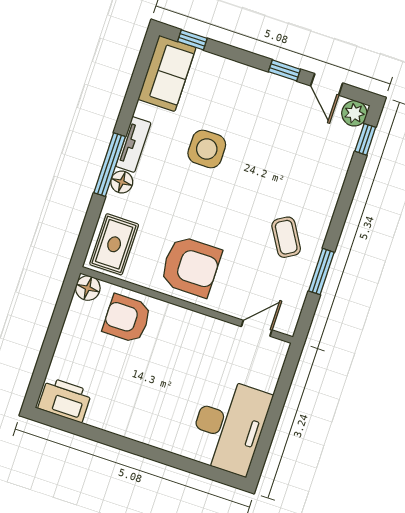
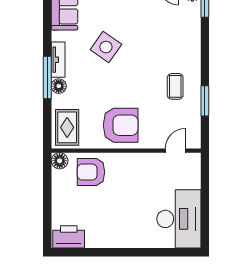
side table: (207, 149) -> (106, 47), turned 35
coffee table: (286, 237) -> (175, 86), turned 31

